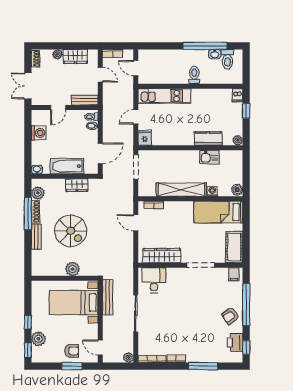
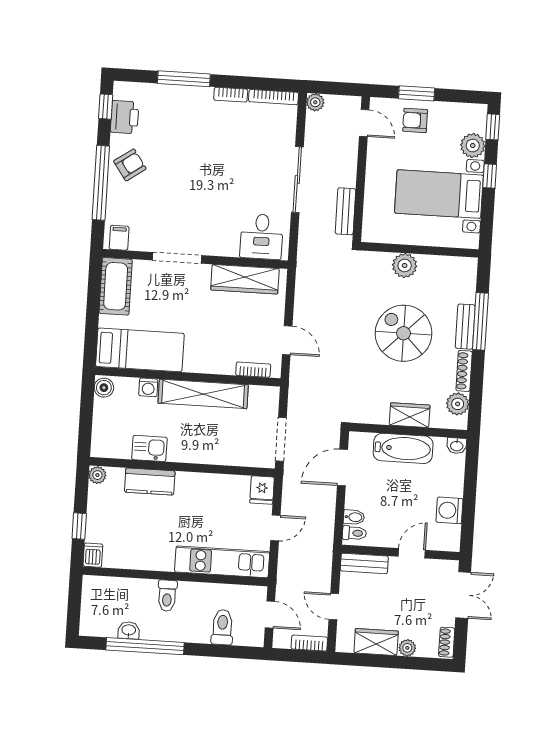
toilet: (227, 59) -> (222, 627), moved
wardrobe: (77, 185) -> (410, 415), moved
window: (28, 214) -> (480, 321), moved
bench: (108, 297) -> (345, 211), width x0.73
bed with nightstands: (74, 303) -> (439, 194), moved, turned 180

